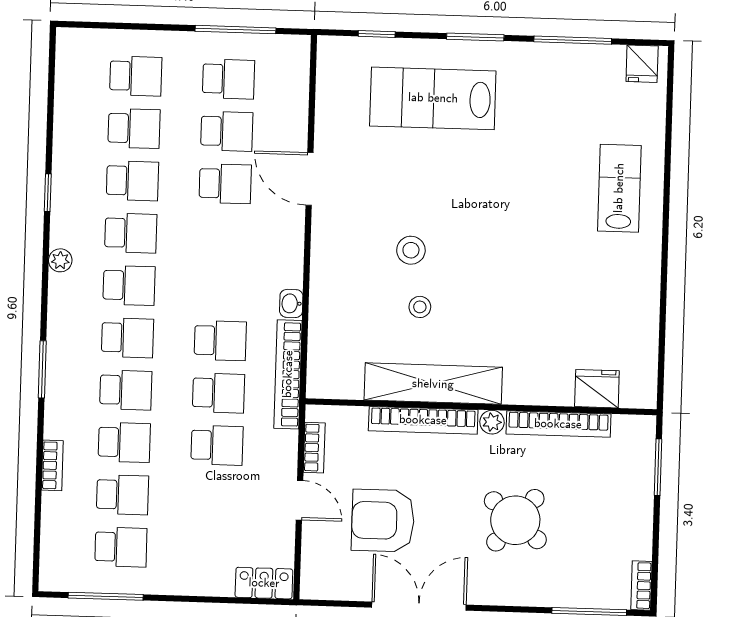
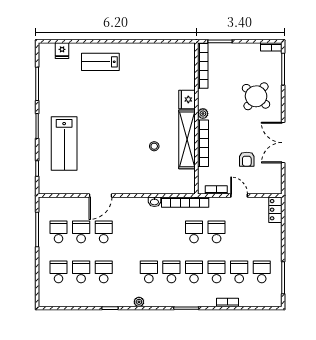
fridge: (642, 64) -> (62, 51), moved, turned 90
school desk: (131, 233) -> (126, 272), removed
stool: (411, 250) -> (130, 151), removed
school desk: (220, 341) -> (171, 232), removed
fridge: (597, 389) -> (187, 99), moved
bookcase: (558, 424) -> (203, 66), moved
door: (299, 500) -> (239, 195), hinge flipped
round table: (515, 520) -> (256, 96), moved
armchair: (383, 521) -> (247, 159), width x0.53, depth x0.53

